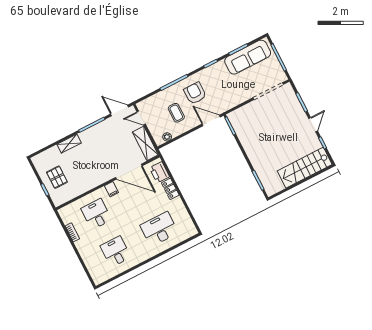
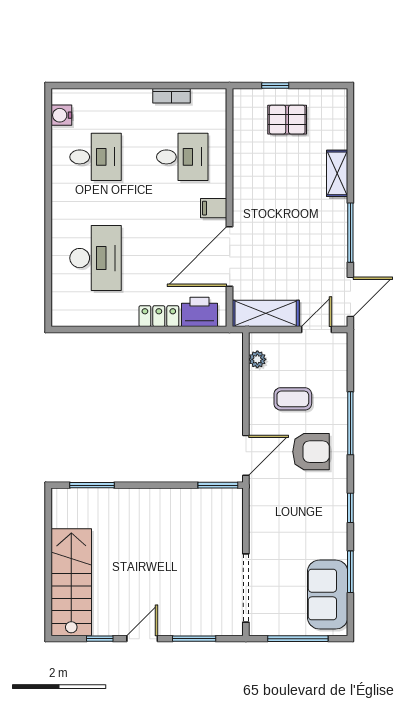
sofa: (248, 57) -> (328, 595), width x0.73
door: (313, 125) -> (142, 639), swing flipped
water cooler: (105, 276) -> (61, 115), added

